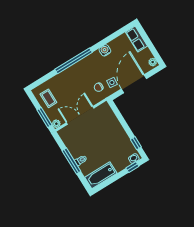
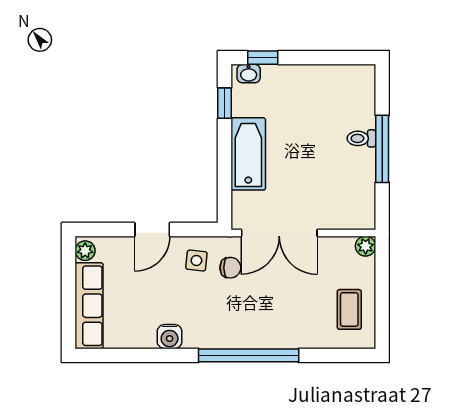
row of seats: (136, 39) -> (89, 306), width x1.48
door: (134, 84) -> (152, 230), width x0.53
double door: (80, 115) -> (279, 233), moved
window: (44, 117) -> (382, 275), removed
bathtub: (101, 175) -> (248, 154), moved, turned -90

